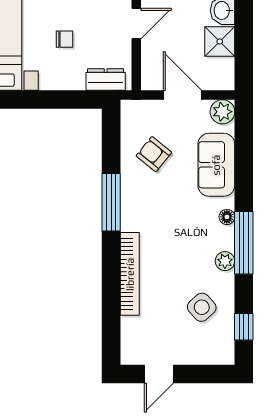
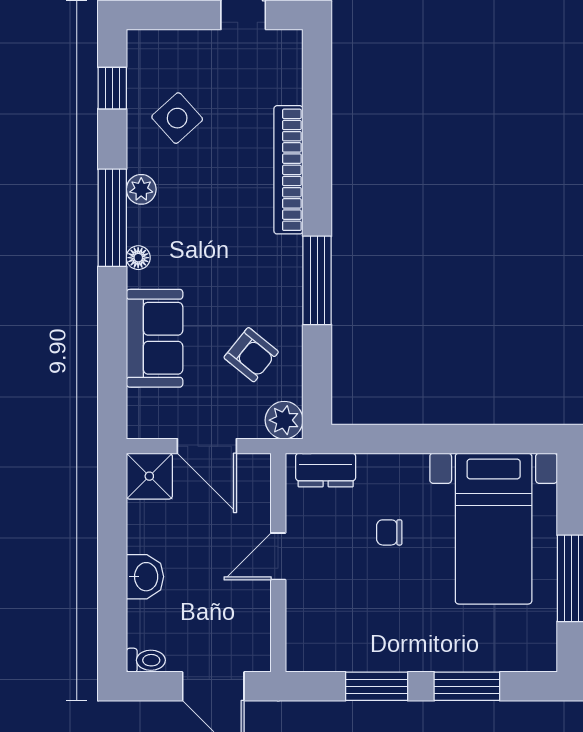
shower: (220, 41) -> (149, 476), moved
plant: (222, 112) -> (284, 420), moved

